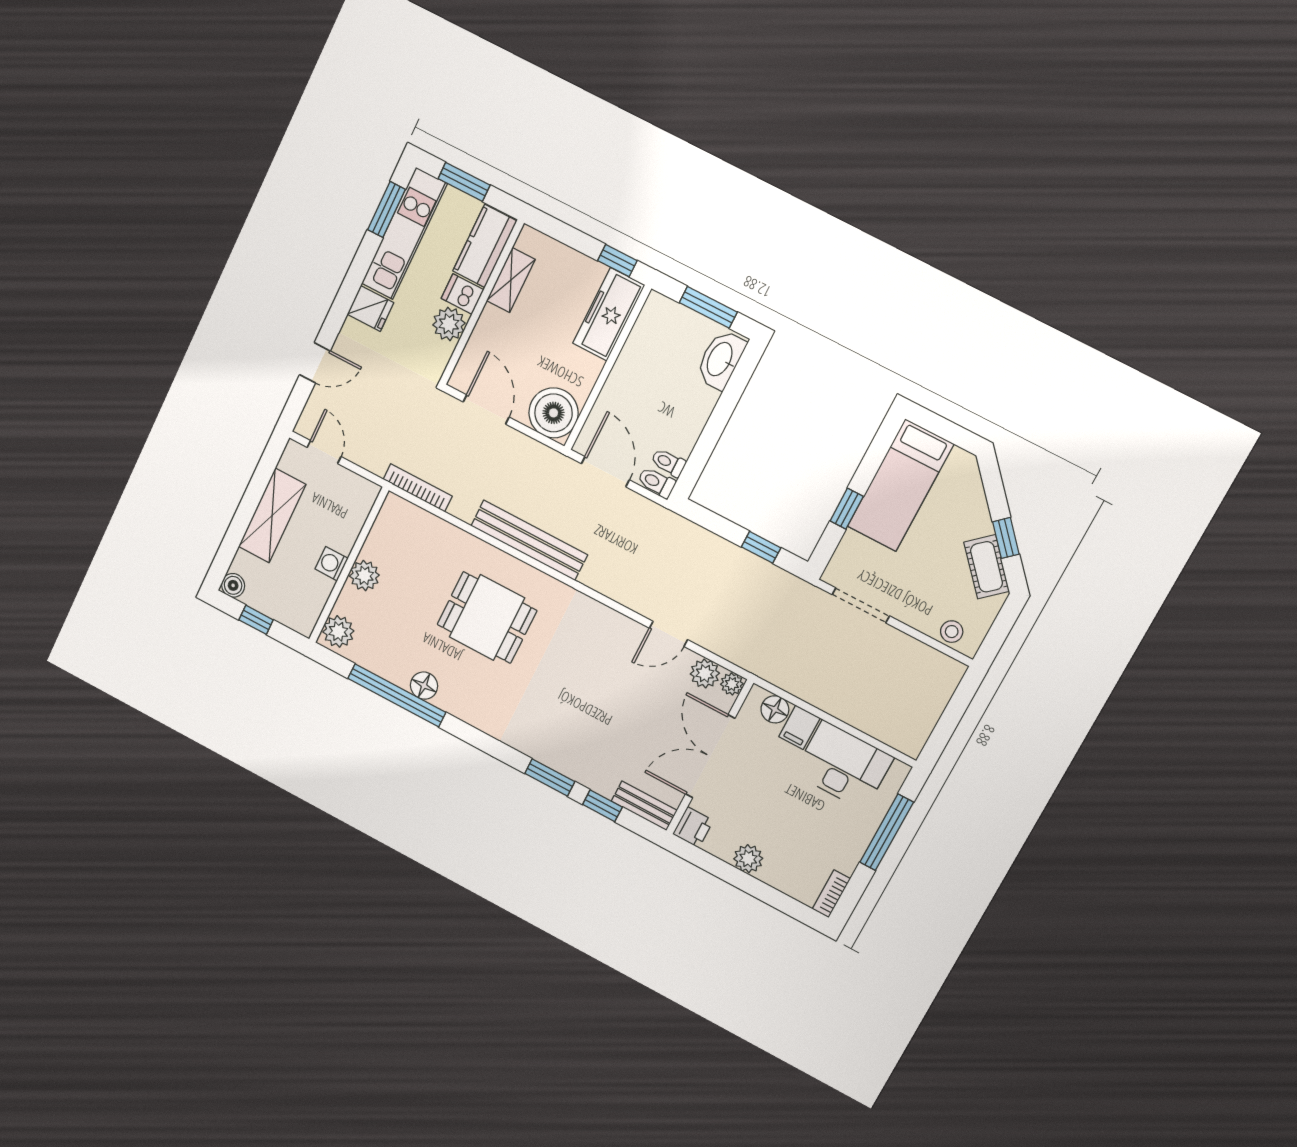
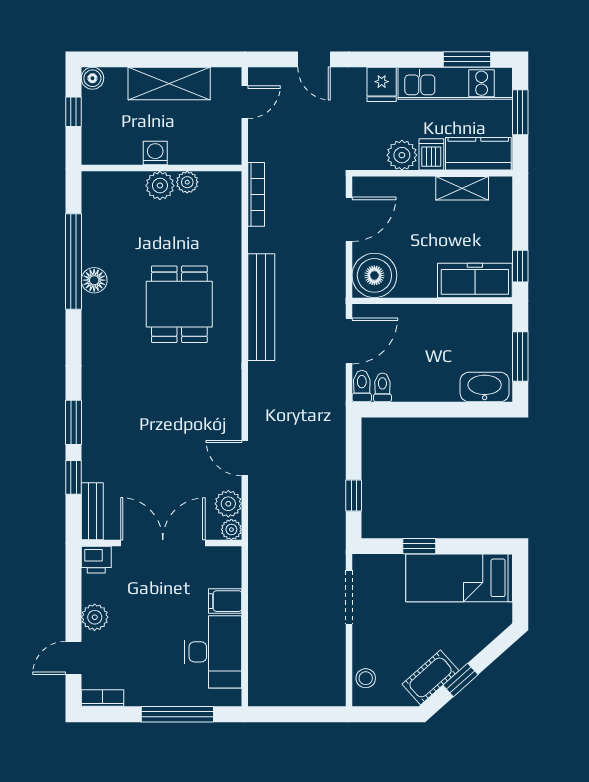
plant: (338, 631) -> (187, 182), moved, width x0.73, depth x0.73
floor lamp: (775, 709) -> (229, 574), removed
door: (777, 900) -> (74, 658), added

